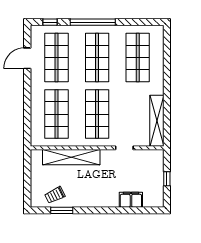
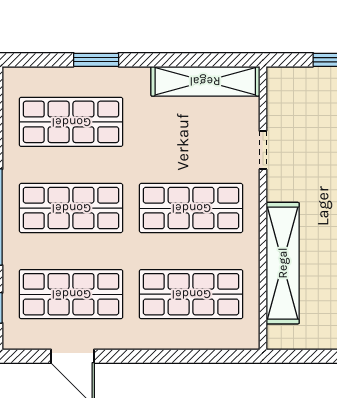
window: (167, 69) -> (96, 60), added

